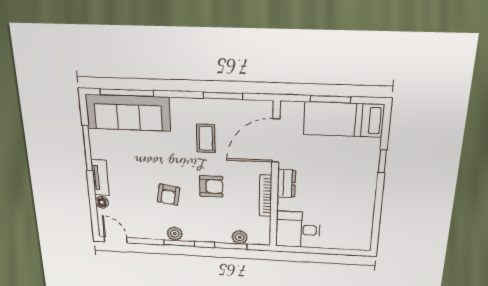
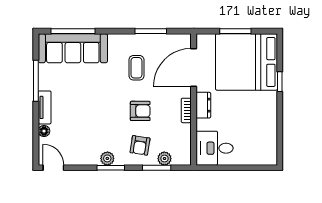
bed: (343, 120) -> (246, 62), width x2.04
armchair: (168, 195) -> (140, 145), moved
bookcase: (265, 196) -> (186, 110), width x0.64

